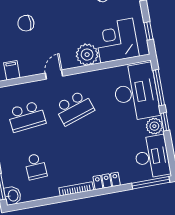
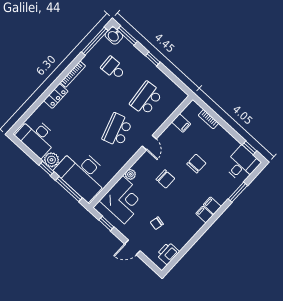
chair: (65, 31) -> (165, 179), added
plant: (87, 55) -> (130, 174), width x0.53, depth x0.53
window: (151, 183) -> (95, 41), moved

